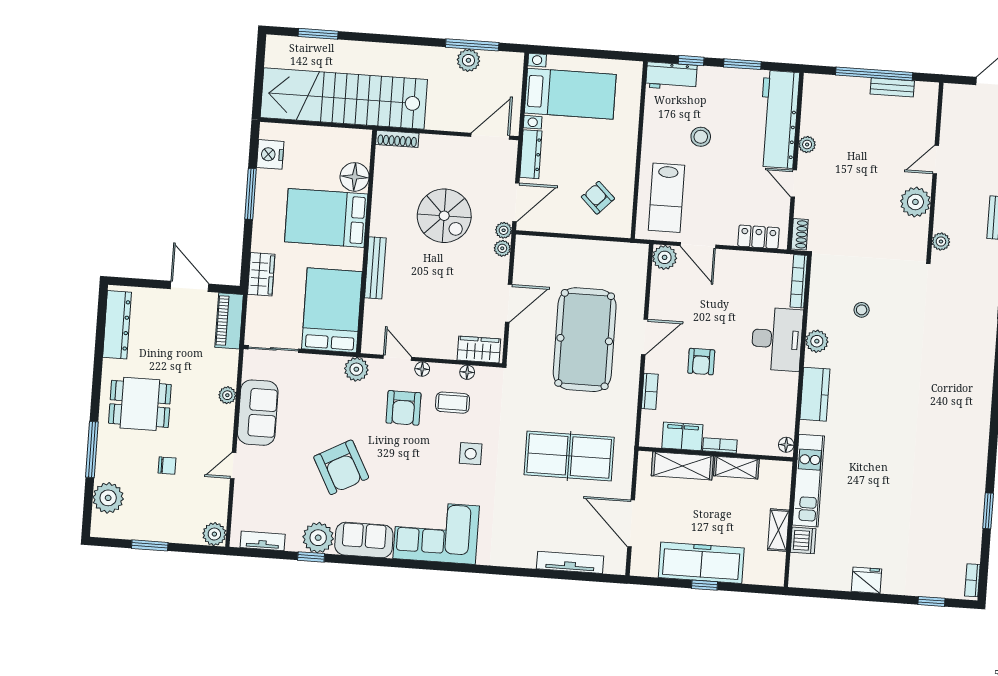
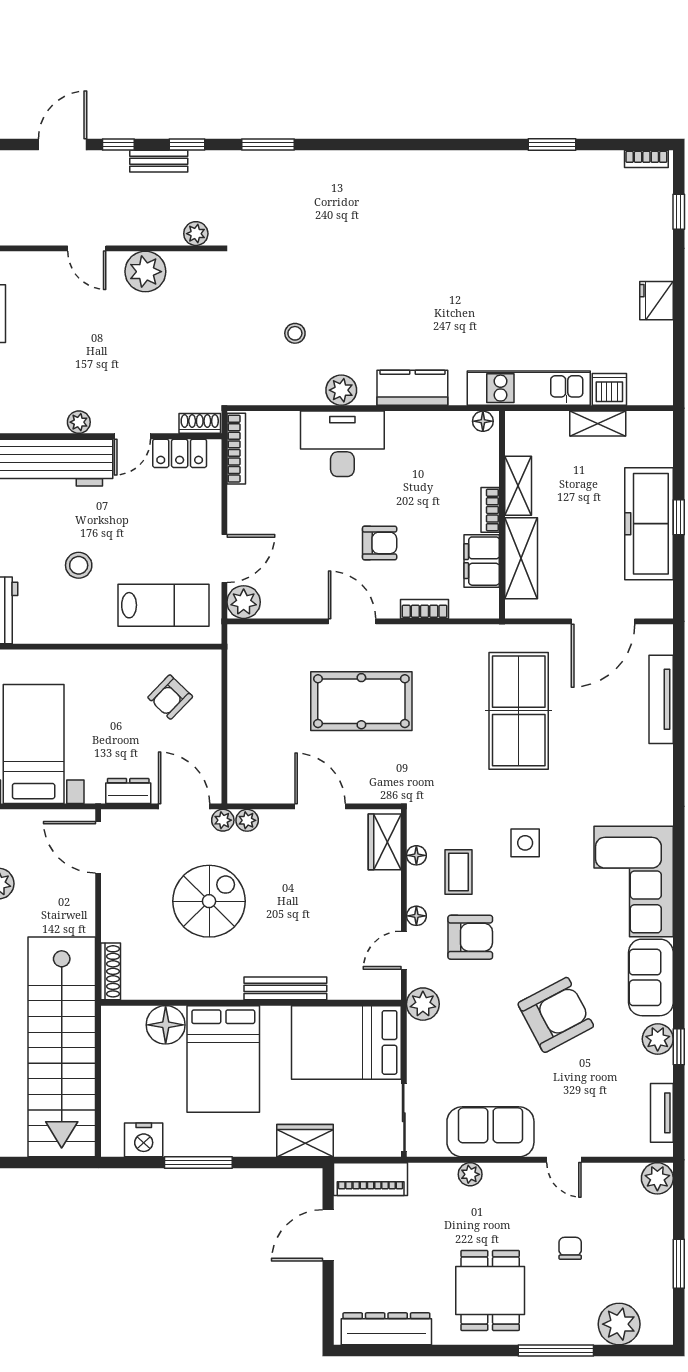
dresser: (531, 154) -> (128, 791), width x0.70
locker: (759, 237) -> (180, 453), moved, turned -90
bookcase: (799, 281) -> (236, 449), moved, turned -90
pool table: (585, 340) -> (361, 701), width x0.73, depth x0.76
plant: (318, 538) -> (658, 1039), width x0.73, depth x0.73

